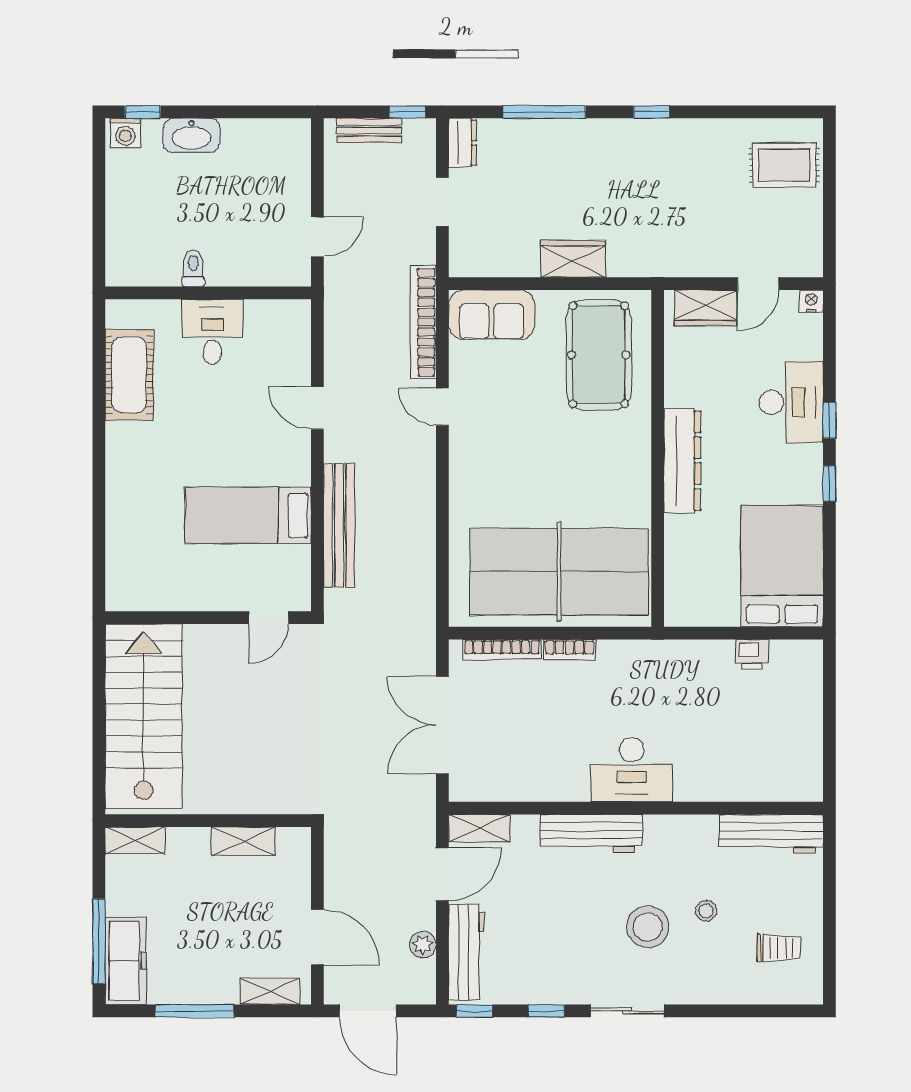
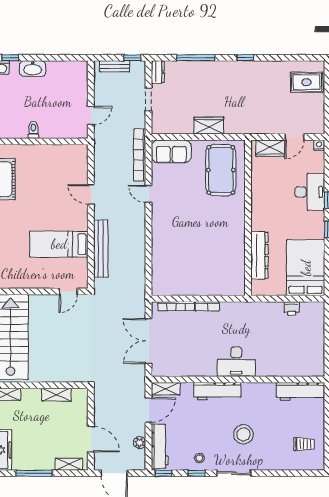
desk: (212, 332) -> (42, 159), removed
dresser: (682, 461) -> (260, 255), moved
table tennis table: (559, 572) -> (203, 270), removed
stool: (706, 911) -> (199, 458), moved

